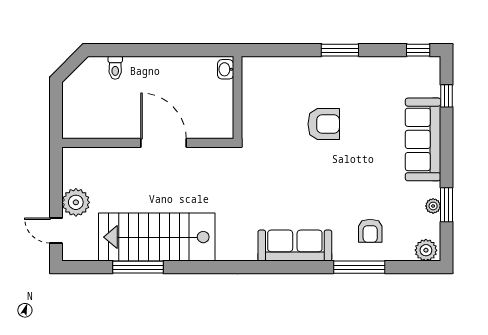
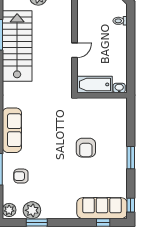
bathtub: (220, 110) -> (95, 84), added
sofa: (423, 139) -> (102, 208), moved
door: (164, 143) -> (74, 50), width x0.53
plant: (433, 206) -> (32, 210), width x1.88, depth x1.88

